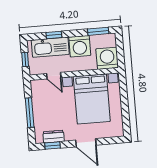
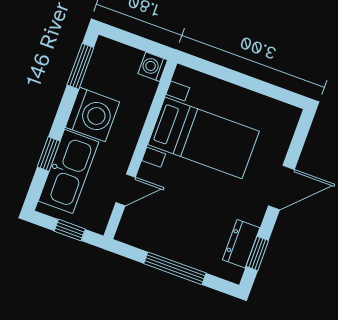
washing machine: (107, 58) -> (153, 67), width x0.53, depth x0.53
bed with nightstands: (92, 99) -> (203, 138), width x0.73

